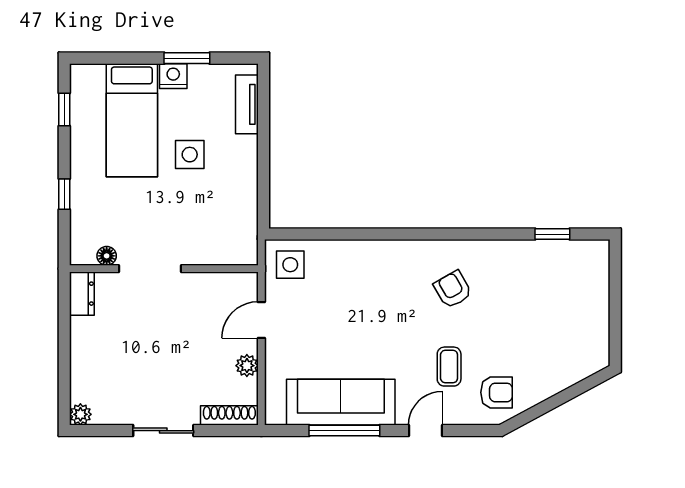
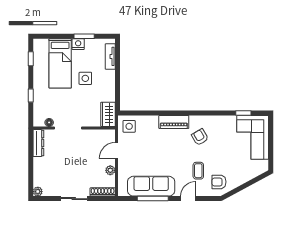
wardrobe: (242, 237) -> (108, 114), added
piano: (393, 255) -> (174, 122), added
corner sofa: (574, 290) -> (253, 137), added
dresser: (82, 294) -> (38, 143), width x1.44
armchair: (497, 392) -> (219, 182), turned 180

